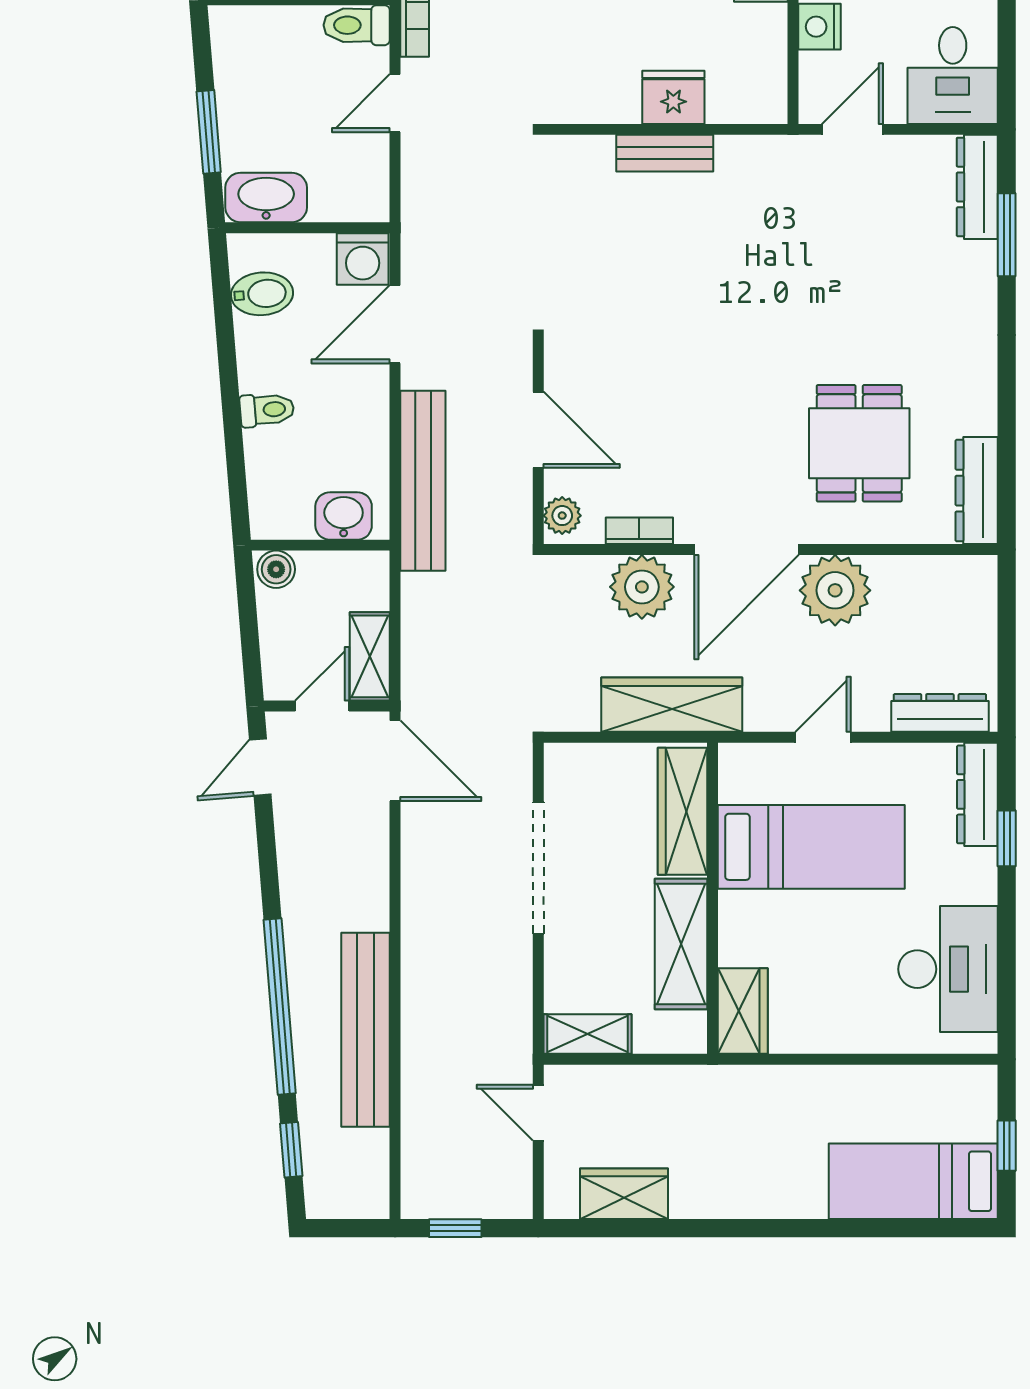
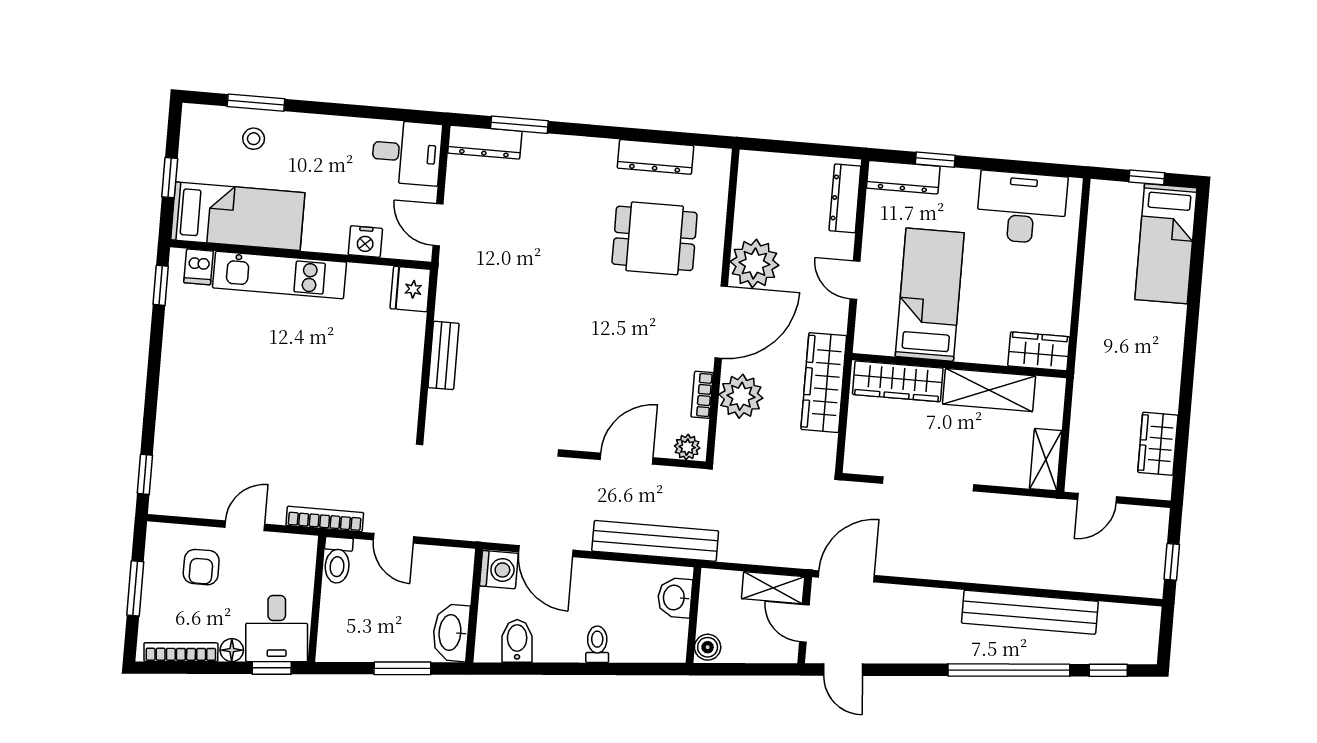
fridge: (673, 97) -> (410, 289), moved
dresser: (977, 491) -> (656, 157), moved
door: (746, 550) -> (721, 322), hinge flipped

